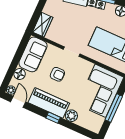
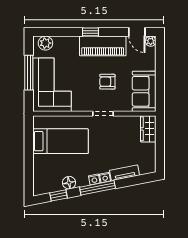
floor lamp: (20, 74) -> (149, 63), removed
plant: (71, 116) -> (45, 43), moved

